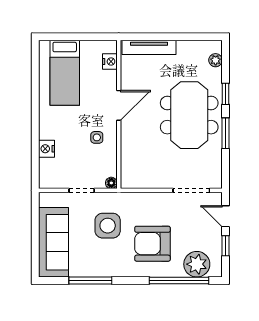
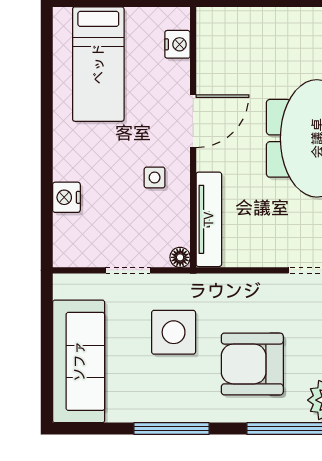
tv unit: (149, 47) -> (209, 219), moved, turned -90
window: (90, 280) -> (171, 429), moved

